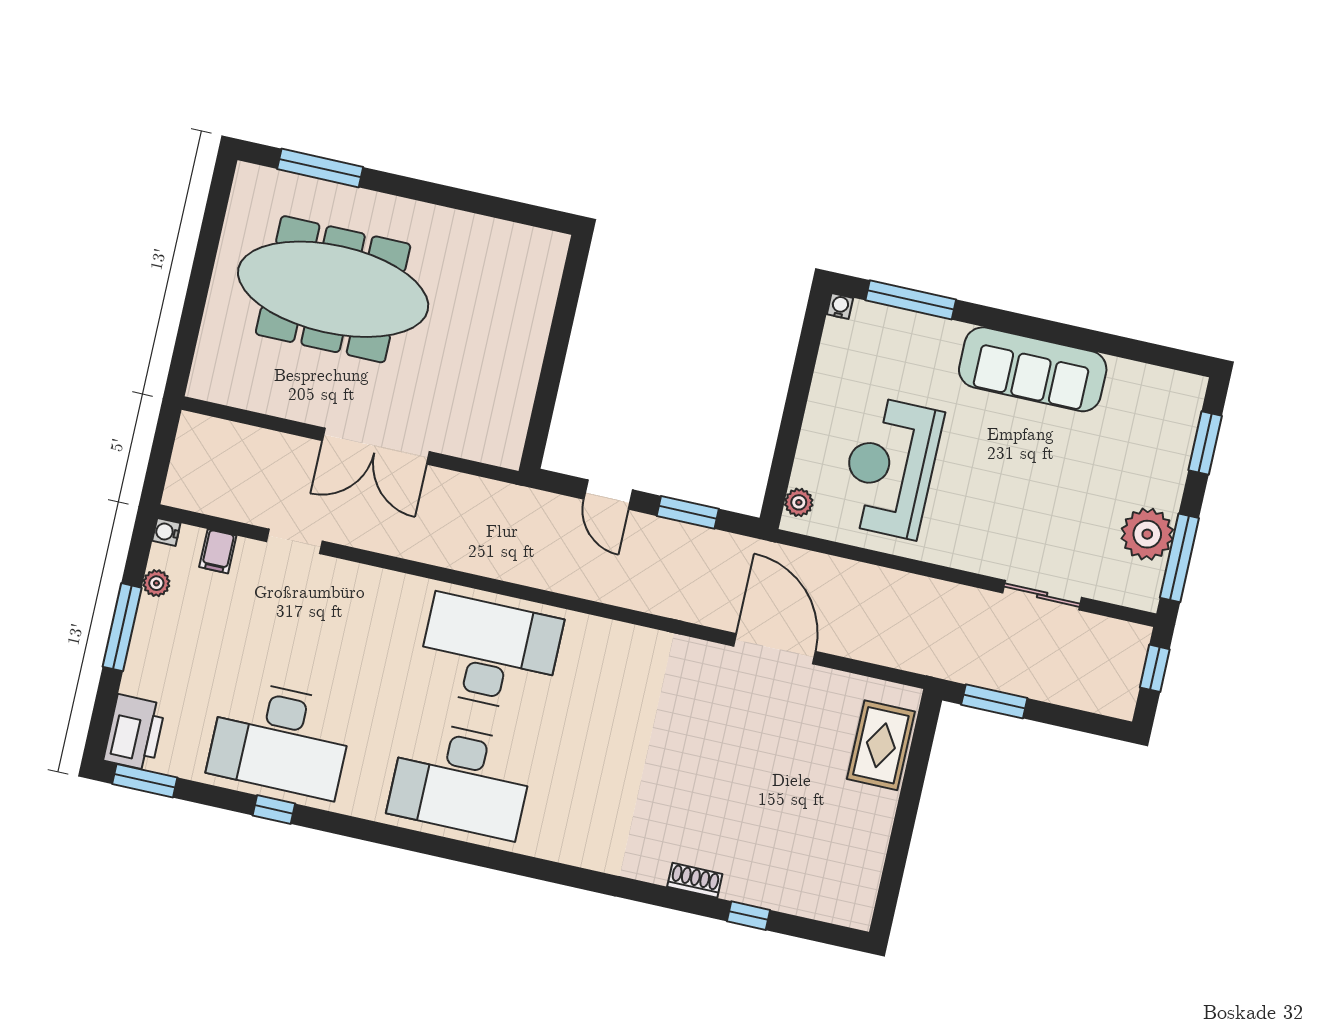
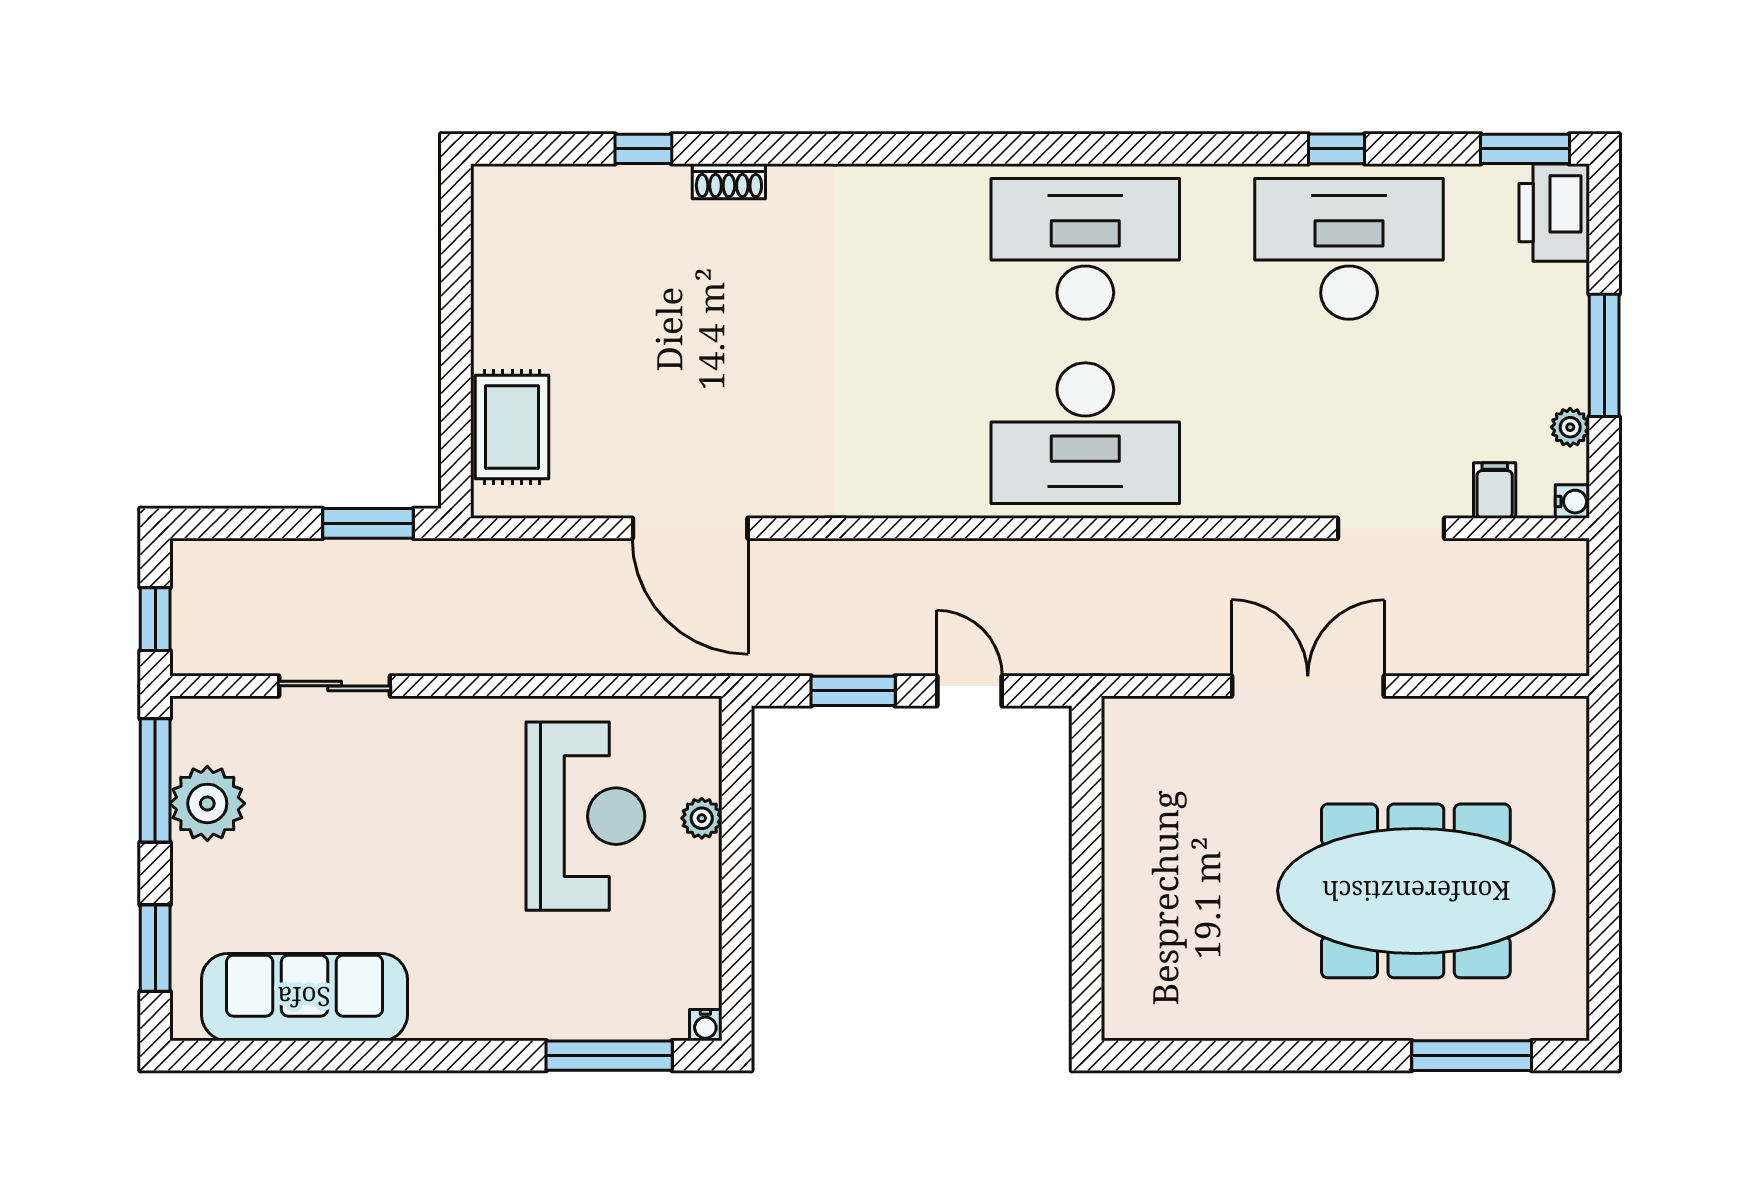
sofa: (1033, 369) -> (304, 997), moved
plant: (799, 502) -> (702, 818), moved
doorway: (295, 541) -> (1391, 528), width x1.38

